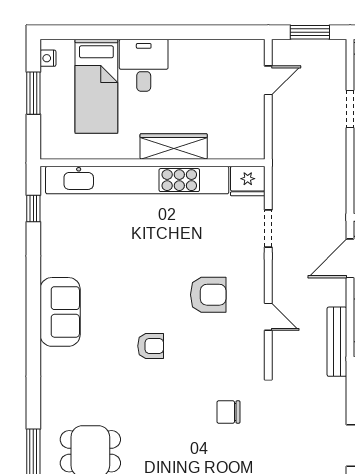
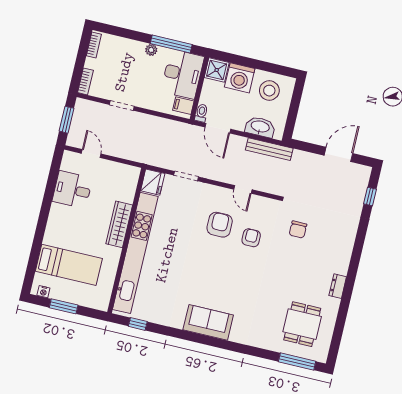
desk: (144, 65) -> (72, 190), moved
door: (268, 317) -> (243, 189), swing flipped
armchair: (151, 346) -> (251, 238), moved

